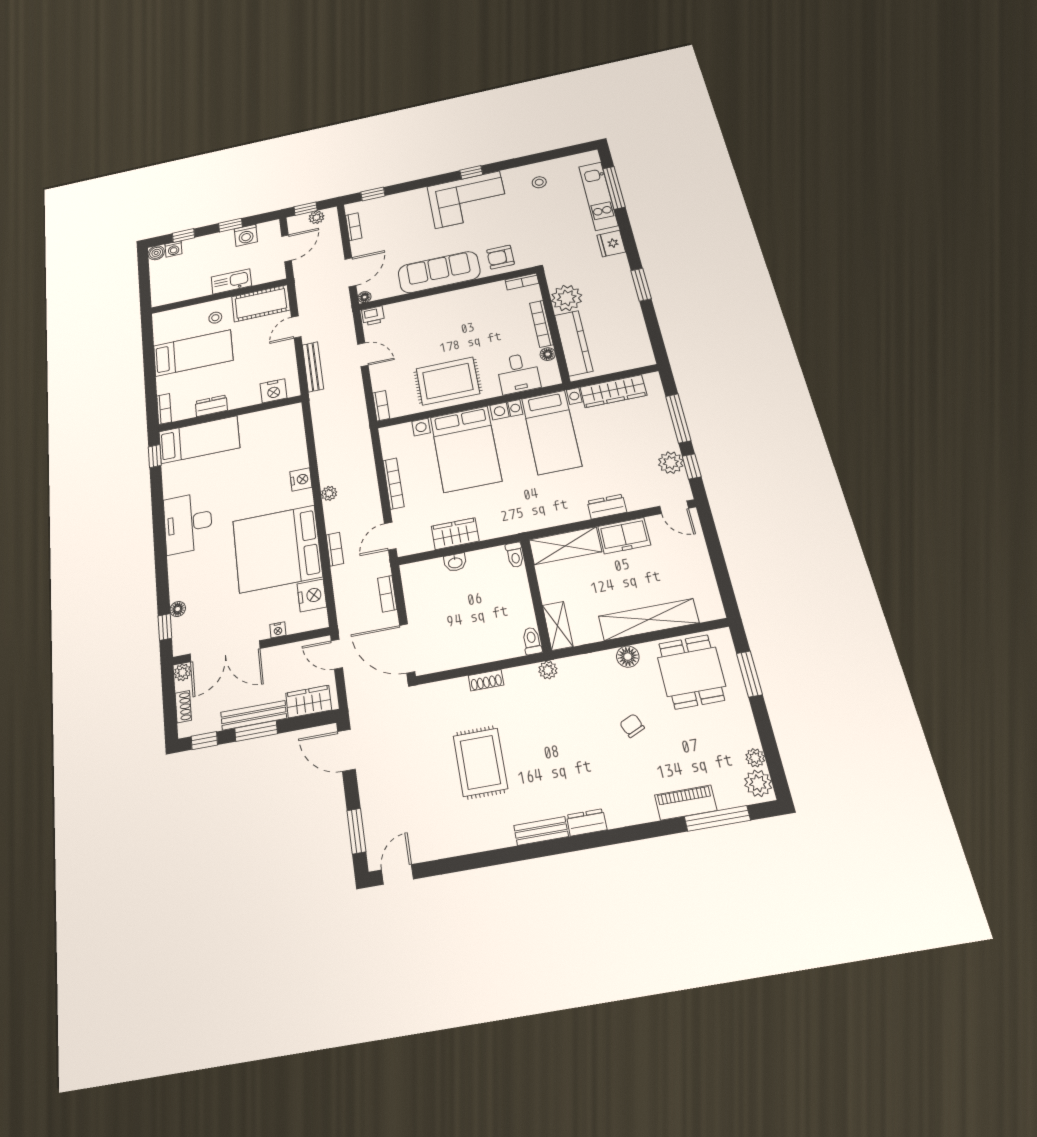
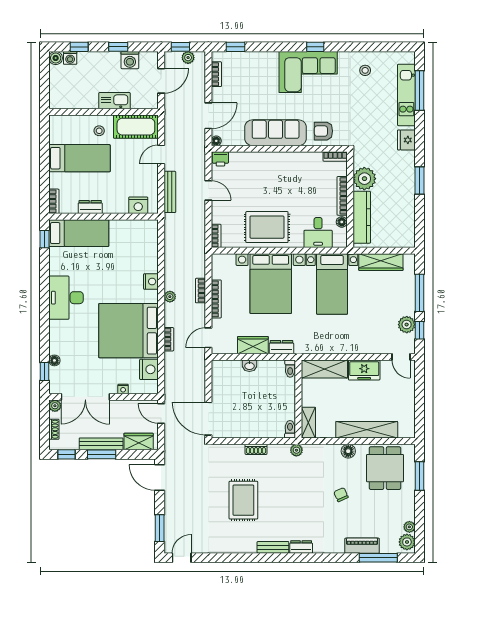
dresser: (607, 507) -> (281, 347), moved
bookcase: (387, 594) -> (200, 291), moved

